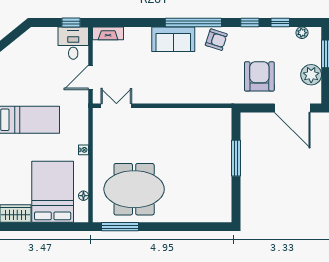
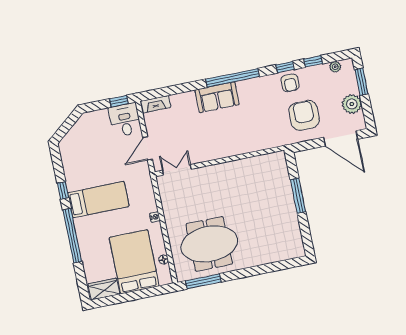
armchair: (216, 40) -> (290, 83), moved, turned 72

